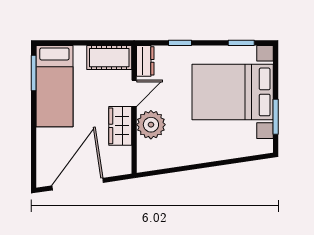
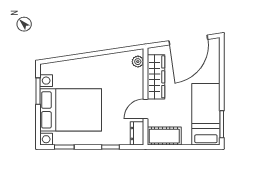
plant: (151, 125) -> (138, 62), moved, width x0.53, depth x0.53
wardrobe: (120, 126) -> (156, 77), width x1.50

